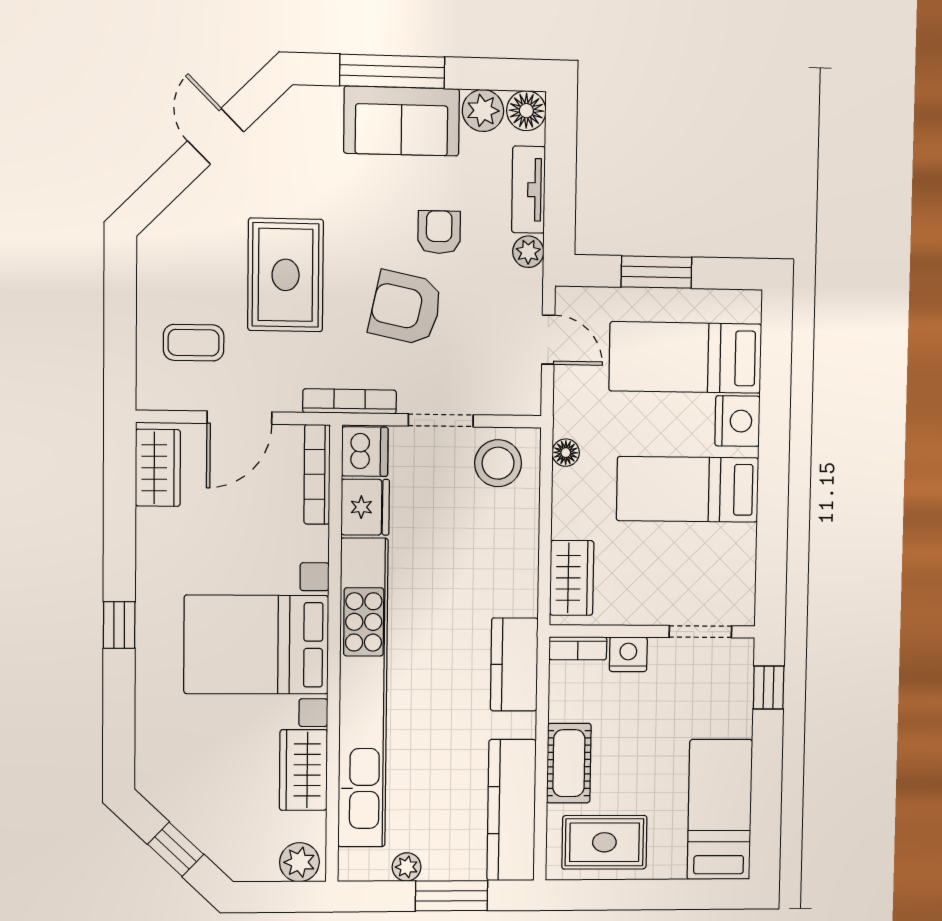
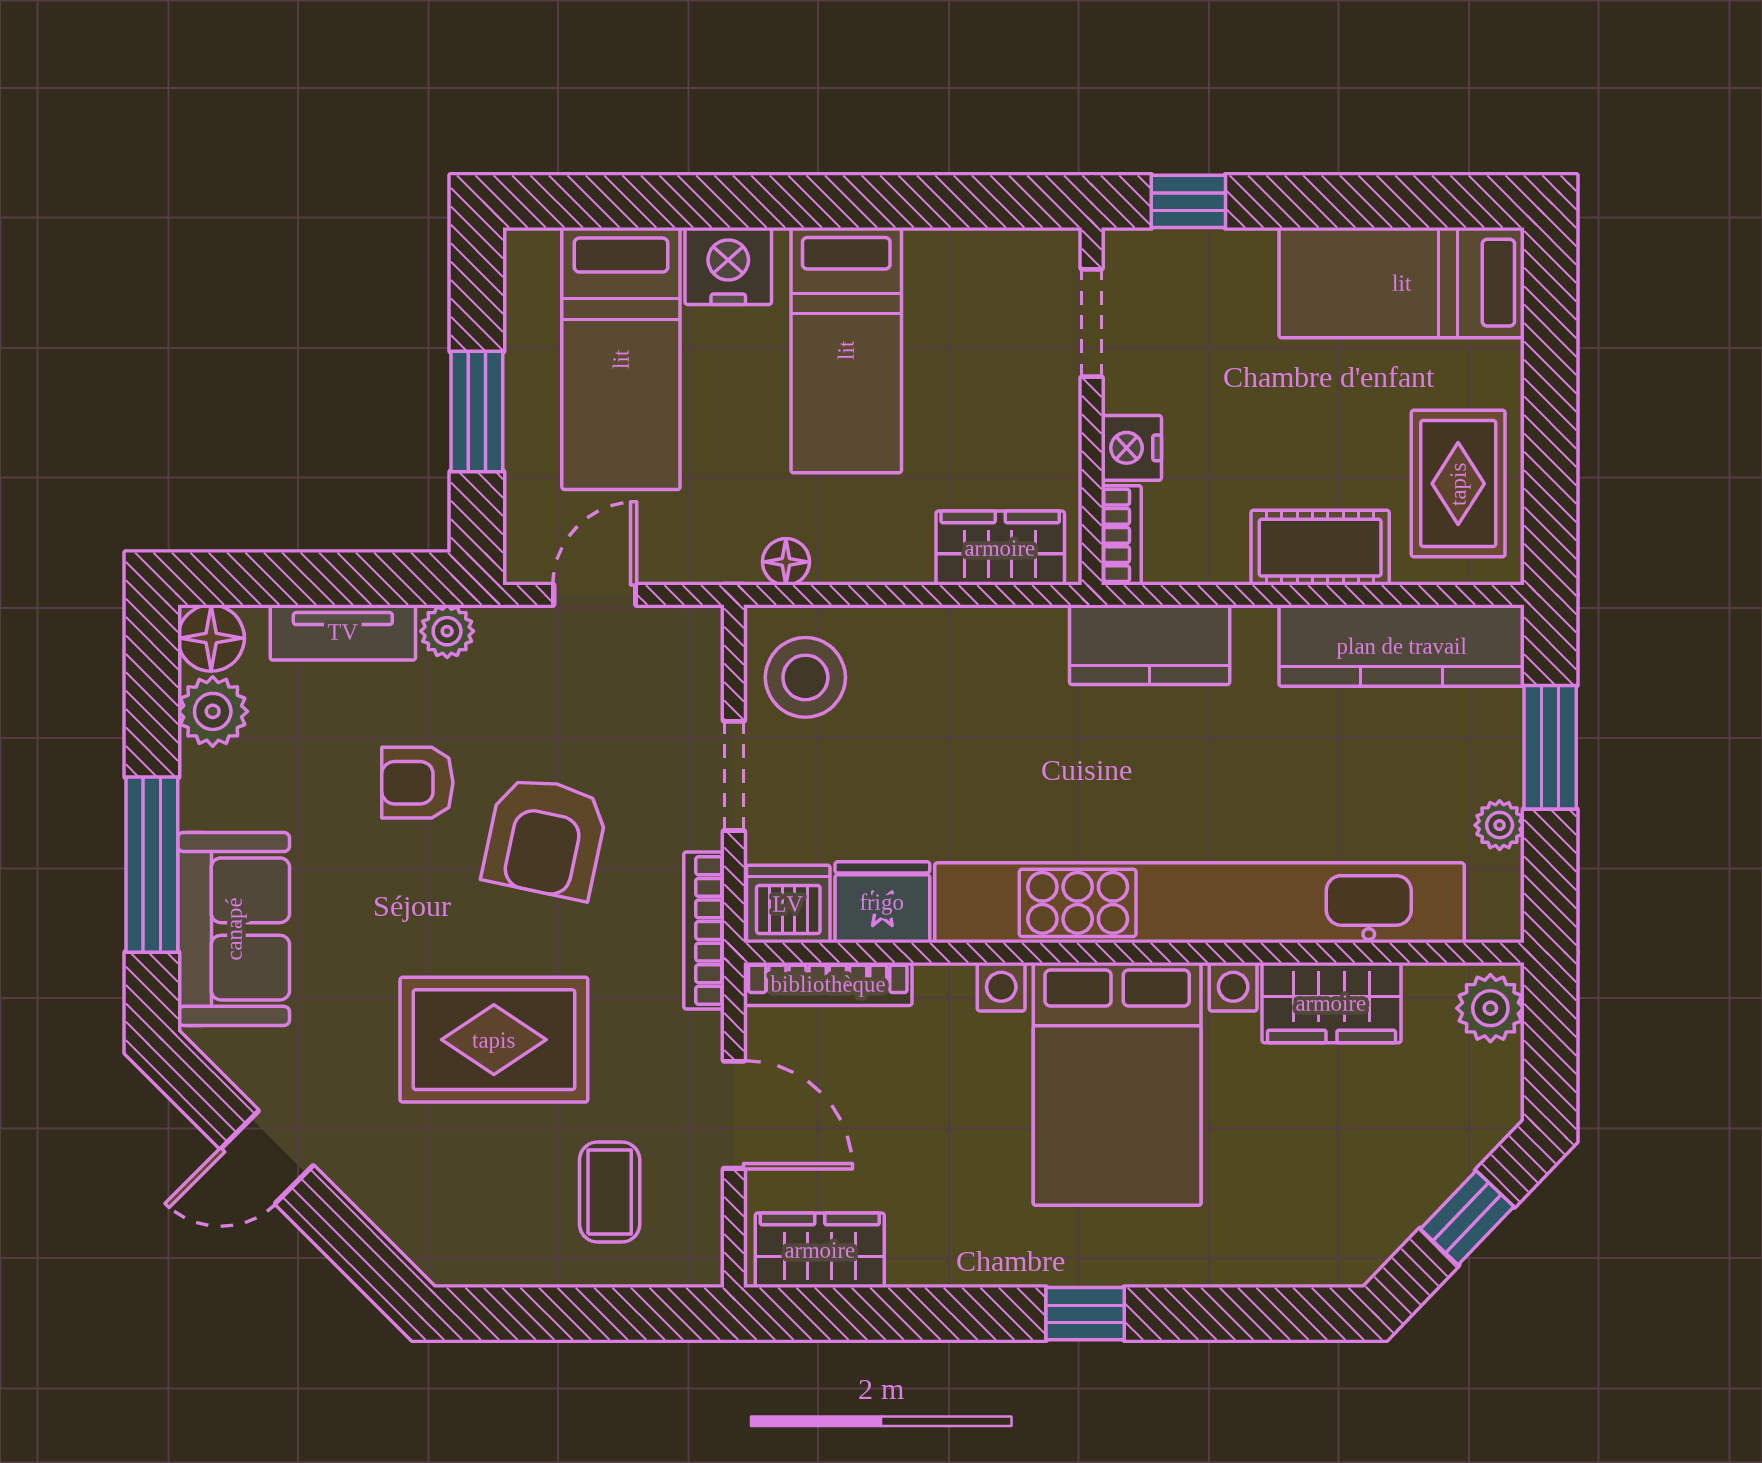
sofa: (402, 121) -> (234, 929), moved

